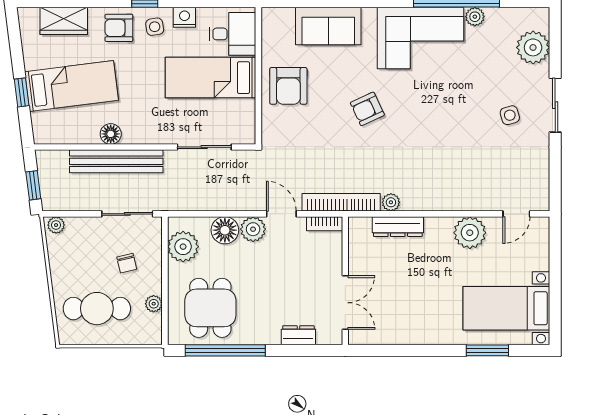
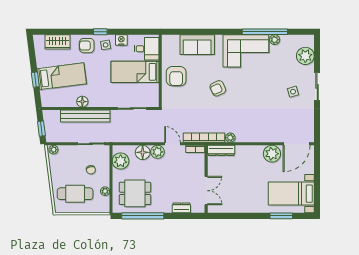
door: (516, 214) -> (297, 144), width x1.88
dresser: (398, 227) -> (221, 150), moved
dining table: (210, 308) -> (135, 193), turned 90

